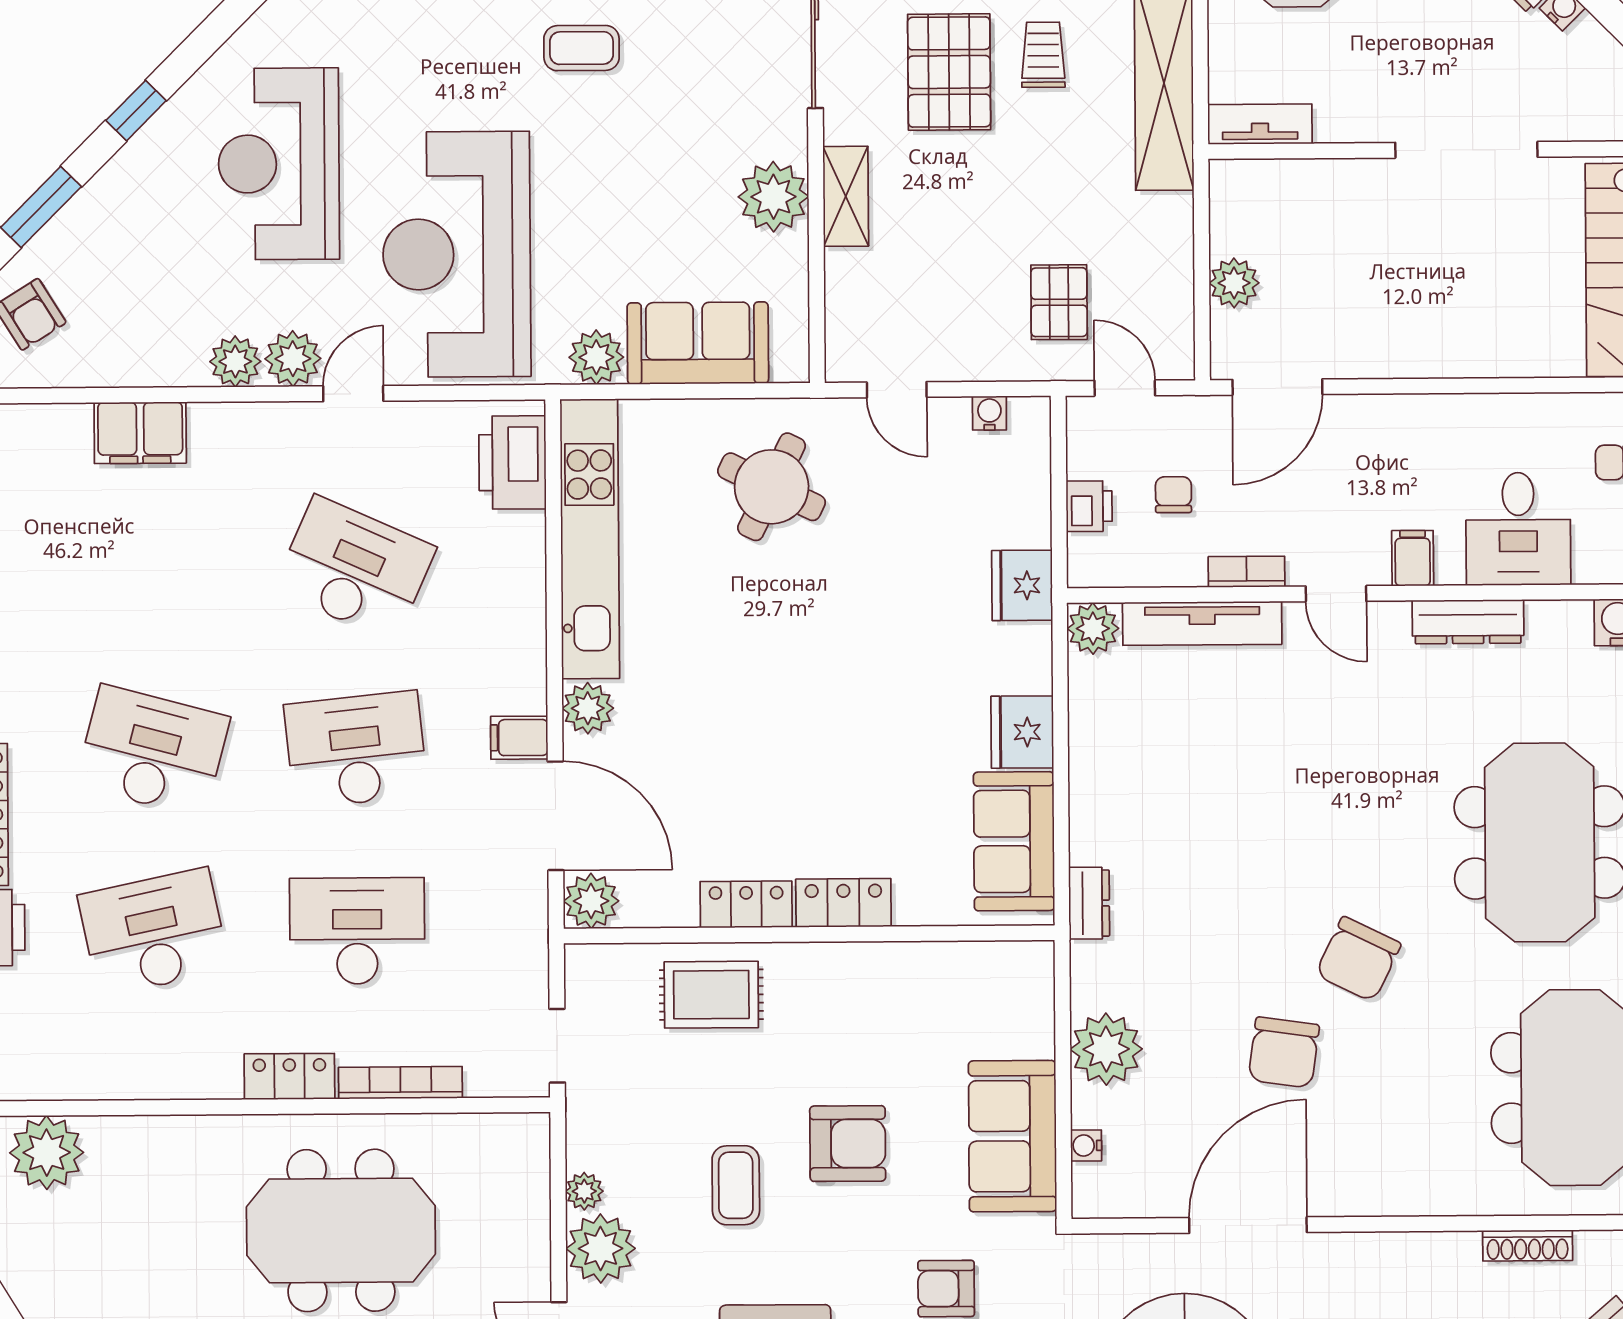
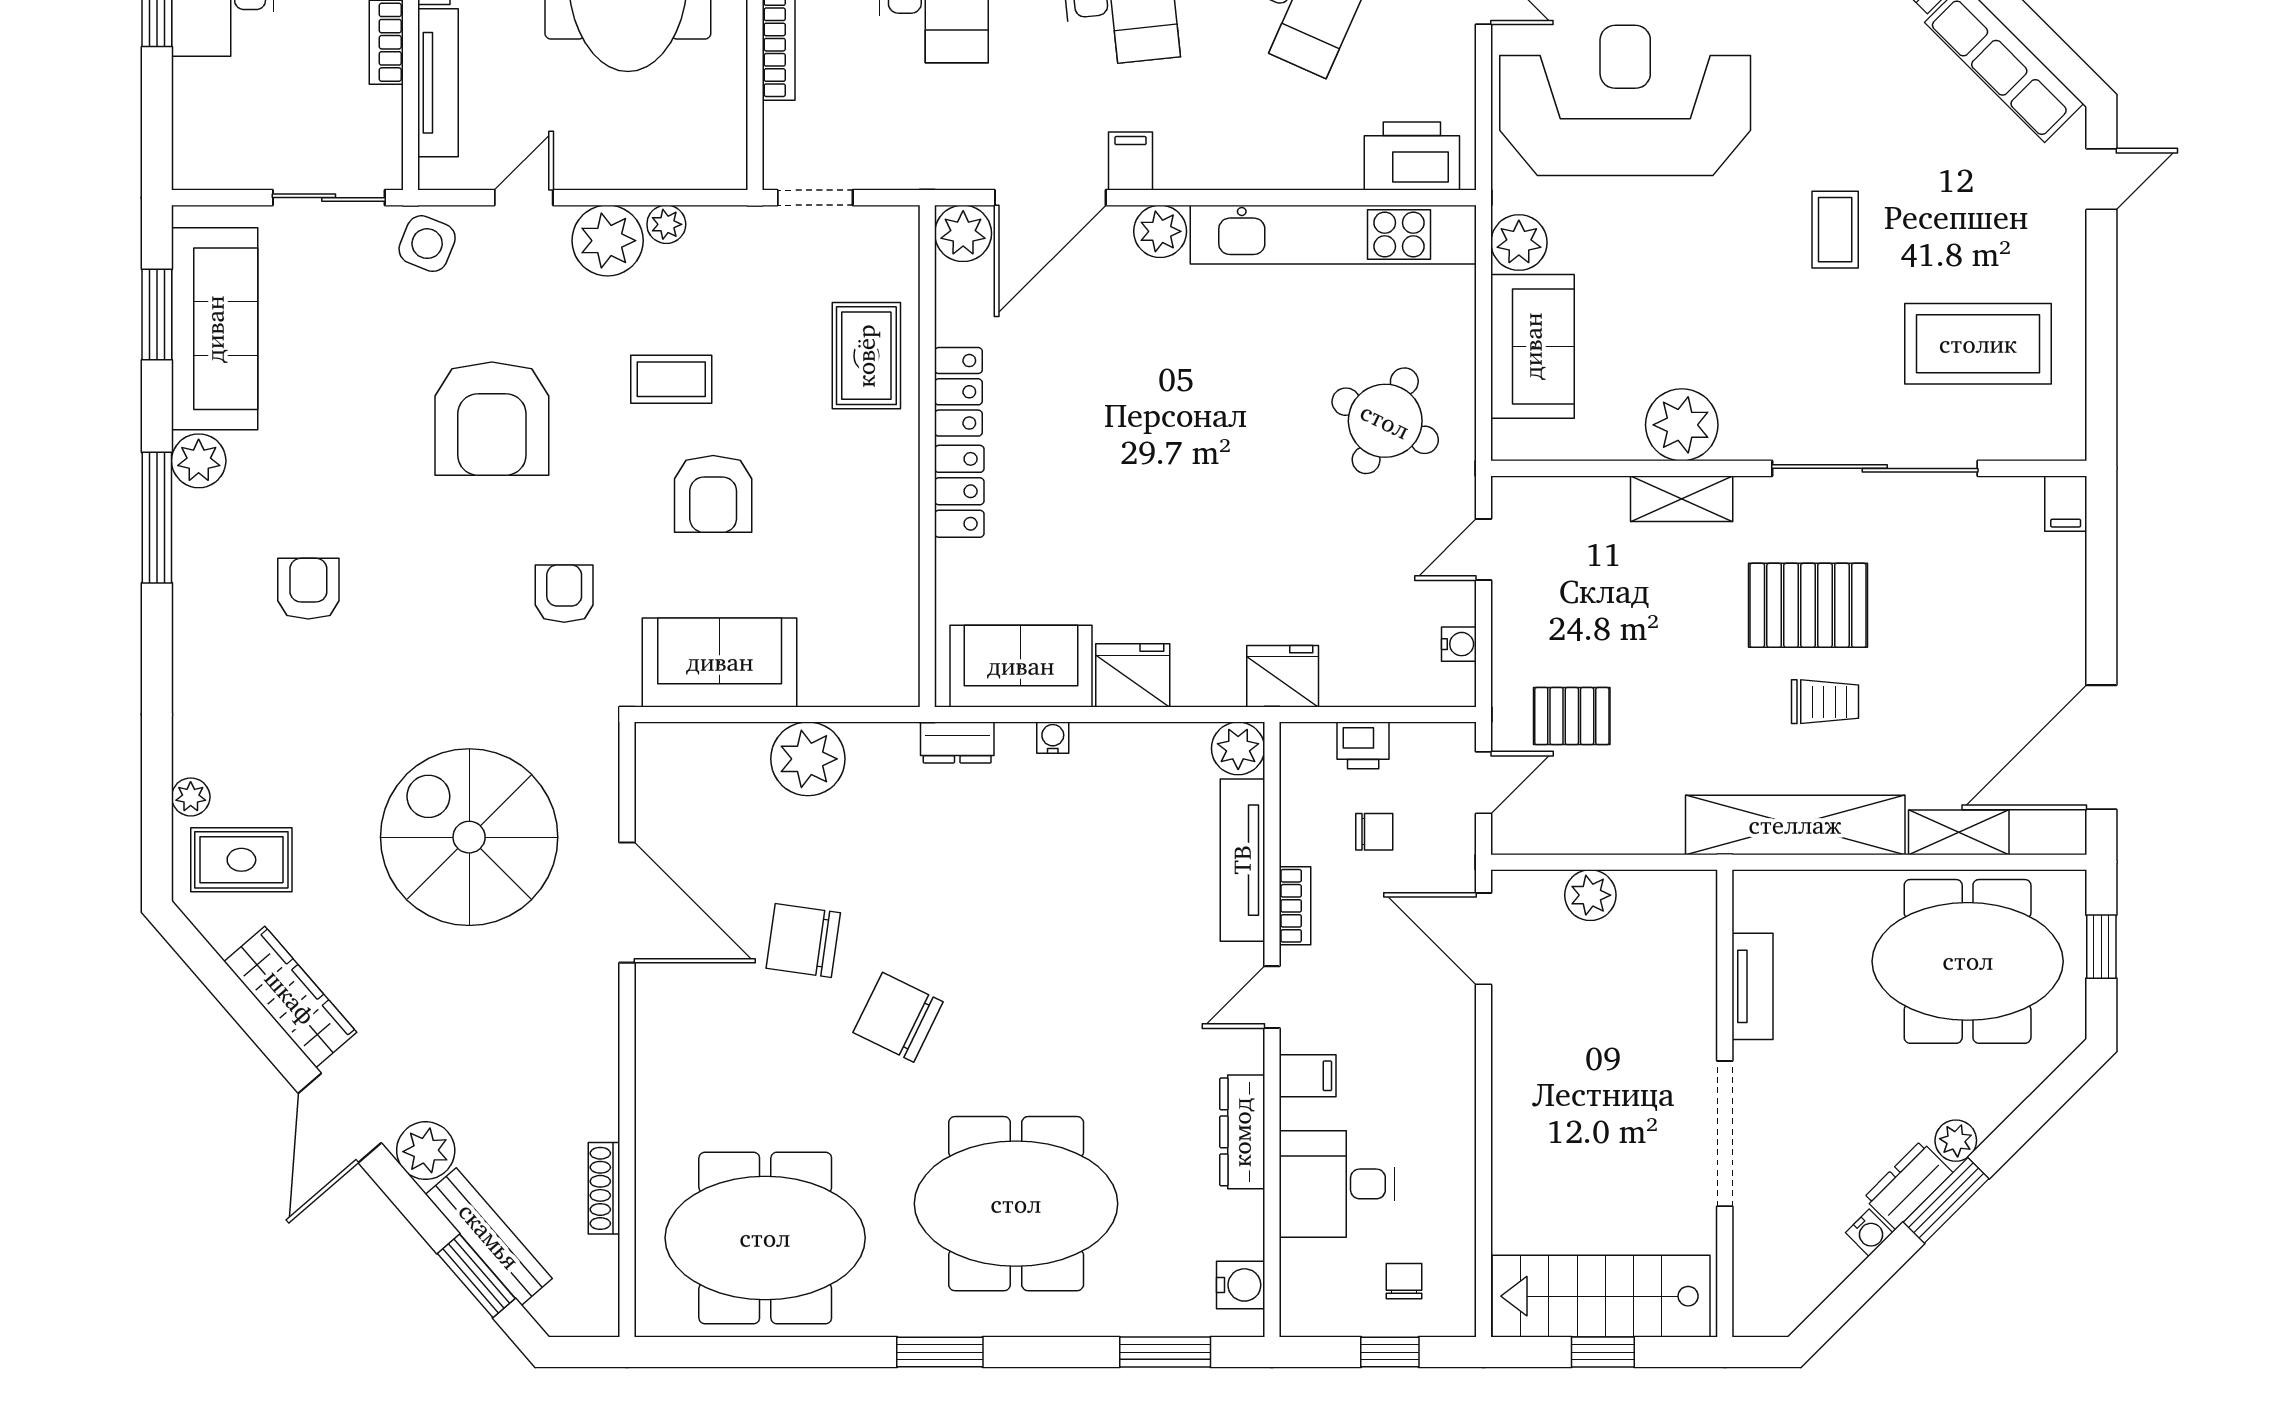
tv unit: (1260, 124) -> (1752, 986), moved
water cooler: (1086, 1145) -> (1053, 738), moved

